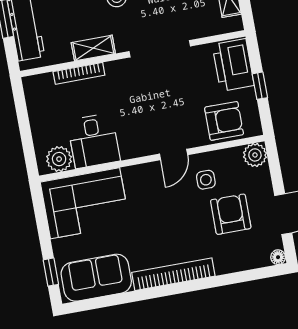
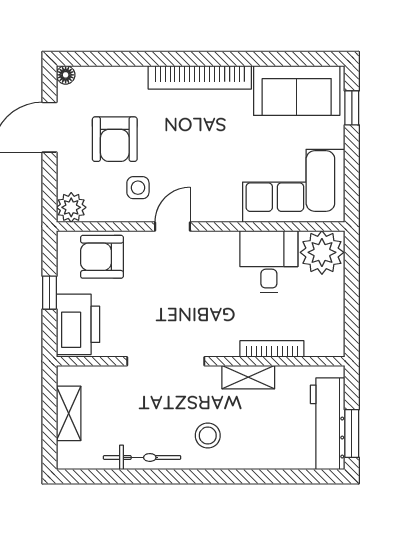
plant: (59, 159) -> (322, 252), width x1.36, depth x1.36

